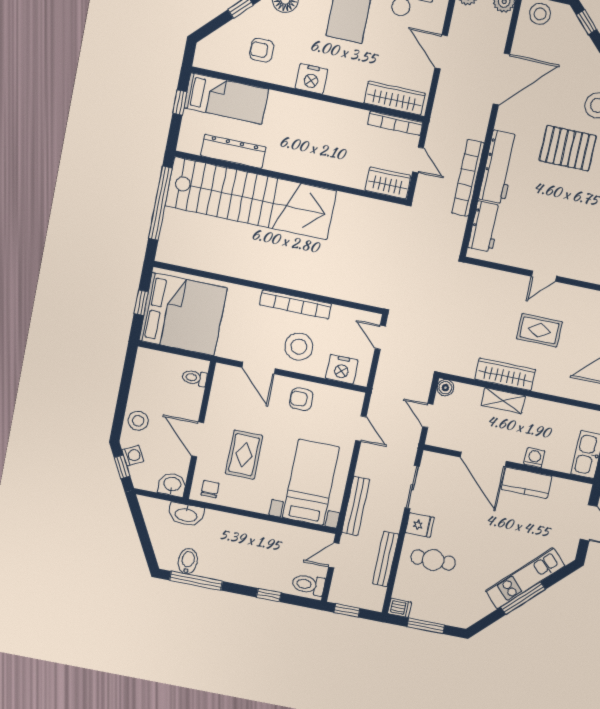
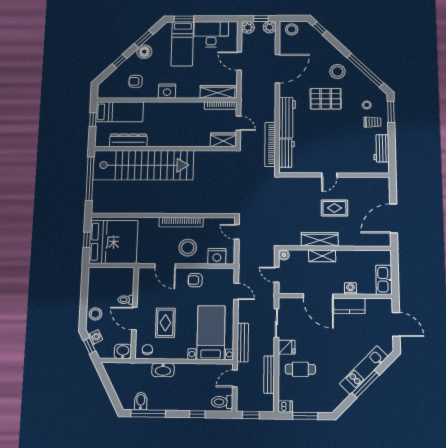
bookcase: (468, 178) -> (270, 144), moved
toilet: (195, 378) -> (126, 300), moved
washbasin: (186, 515) -> (163, 370), moved

